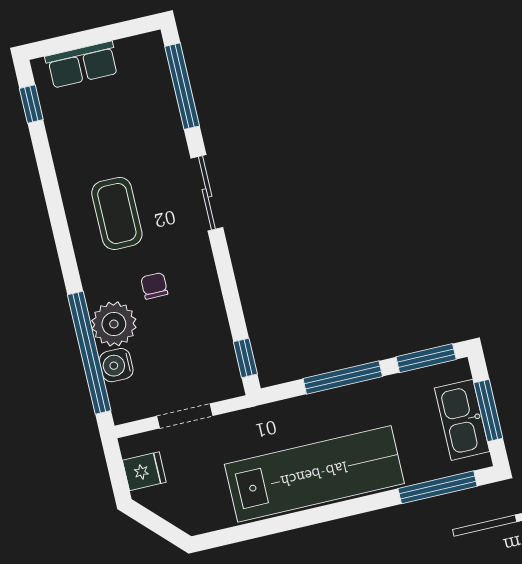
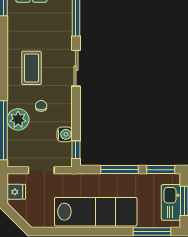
water cooler: (116, 365) -> (65, 134), moved, turned 180

